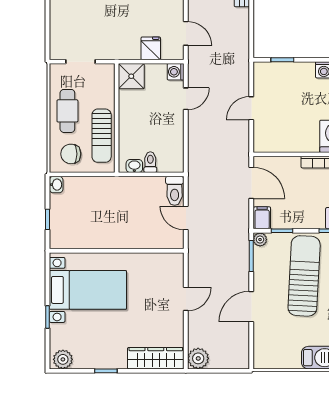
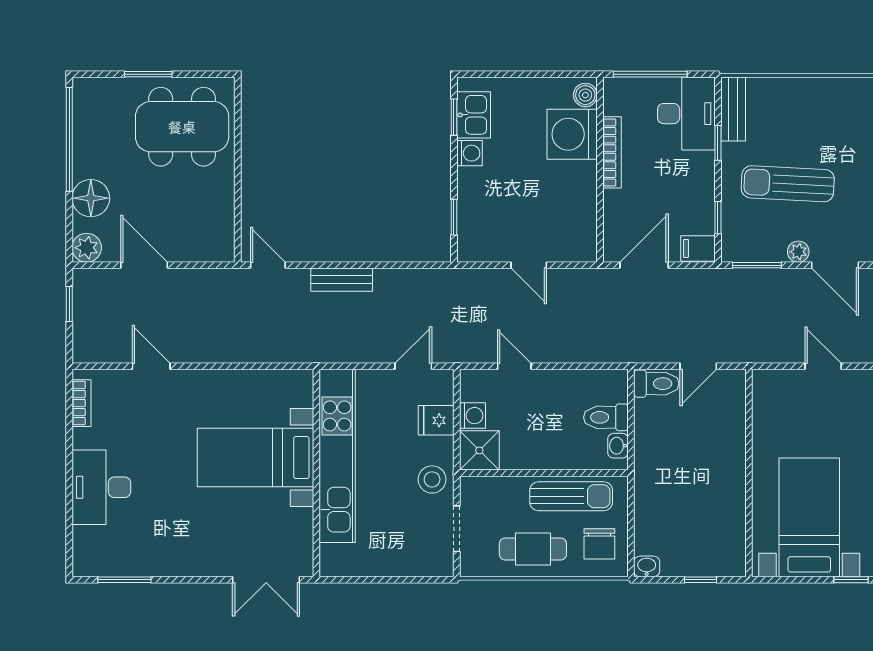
stool: (112, 46) -> (432, 479), added
washing machine: (176, 72) -> (472, 416), moved, turned -90
toilet: (150, 162) -> (606, 417), width x1.37, depth x1.39
plant: (260, 240) -> (798, 252), moved
sun lounger: (304, 276) -> (788, 184), width x0.73, depth x0.75

